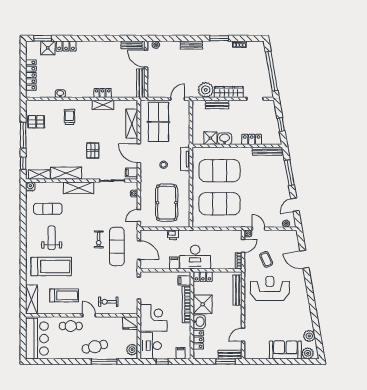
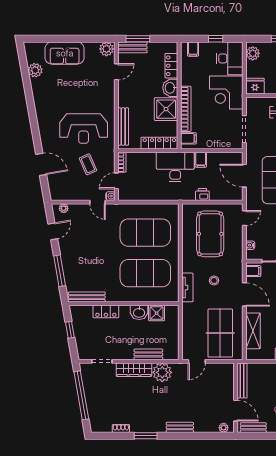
locker: (203, 277) -> (159, 143), width x1.53
plant: (308, 353) -> (106, 49), moved

